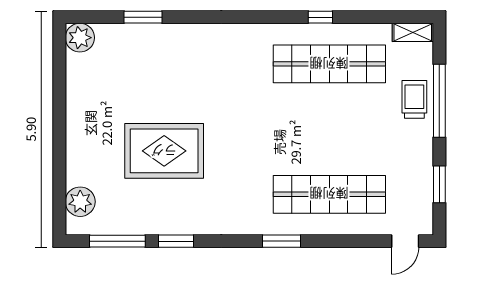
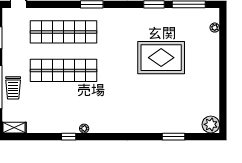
plant: (294, 31) -> (84, 129), added
shop shelf: (329, 64) -> (63, 70), moved
plant: (80, 202) -> (215, 28), width x0.53, depth x0.53

